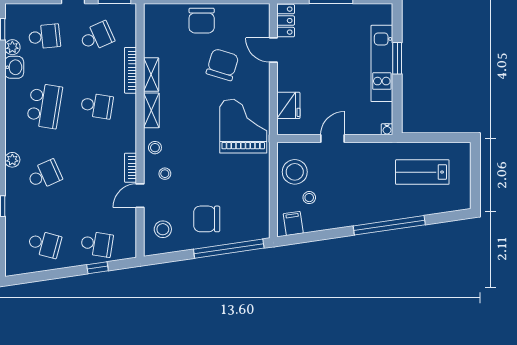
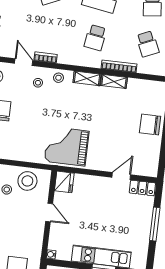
chair: (222, 65) -> (115, 136), removed
fridge: (288, 105) -> (64, 182), moved, turned -90
grand piano: (243, 126) -> (67, 146), turned 180

